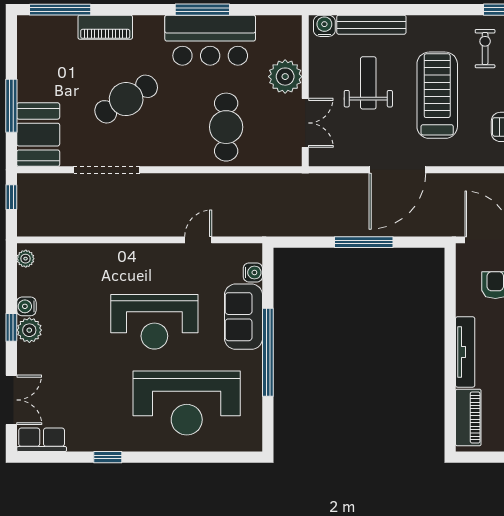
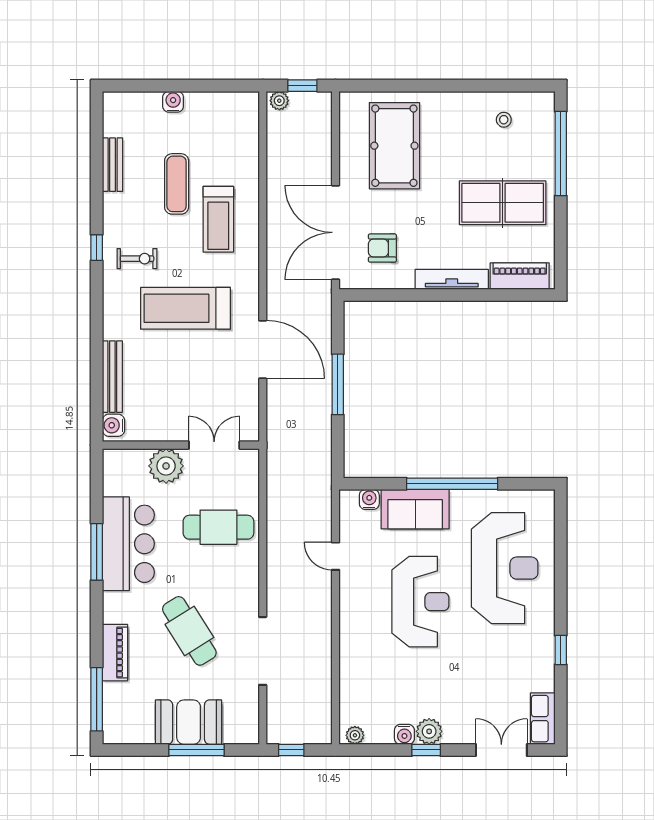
exercise bike: (485, 49) -> (137, 259), turned 180
weight bench: (368, 83) -> (173, 380), removed
booth: (38, 135) -> (189, 722), moved

